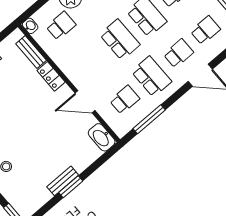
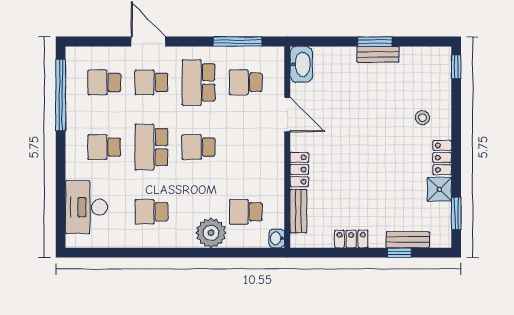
school desk: (120, 40) -> (198, 147), width x0.54

